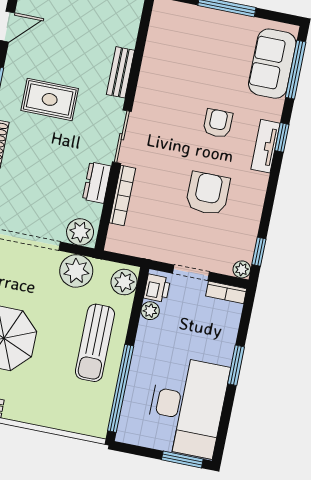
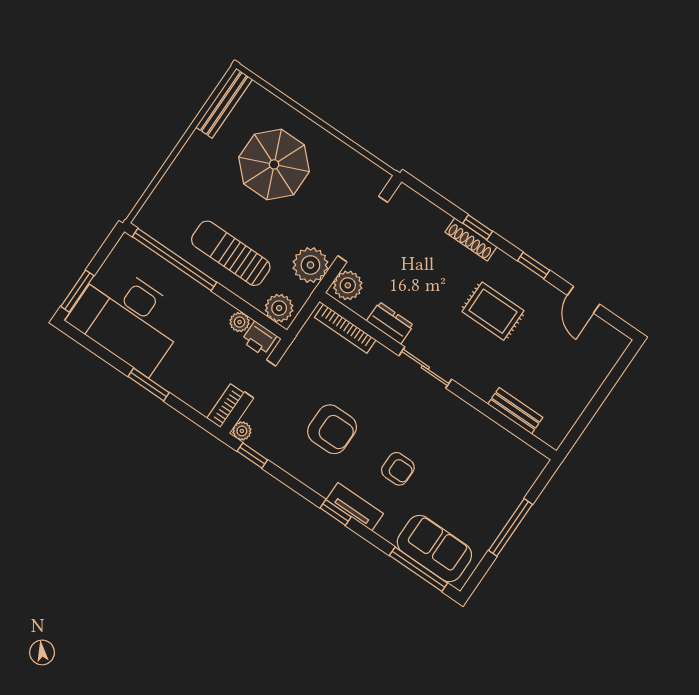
bench: (121, 72) -> (515, 411), moved
rug: (50, 99) -> (493, 311), turned 90
window: (282, 137) -> (336, 512), moved
bookcase: (122, 195) -> (345, 329), moved

